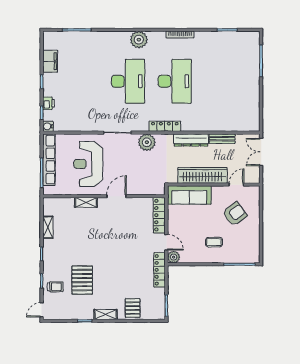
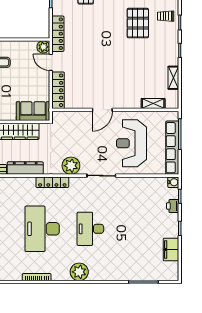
desk: (128, 81) -> (90, 229), width x0.73, depth x0.77
reception desk: (88, 164) -> (132, 143), turned 180
sofa: (189, 195) -> (33, 111), width x0.73
shelving: (86, 202) -> (153, 103), moved

